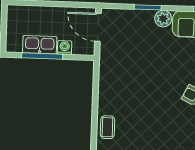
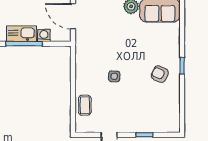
side table: (142, 96) -> (114, 76), added

